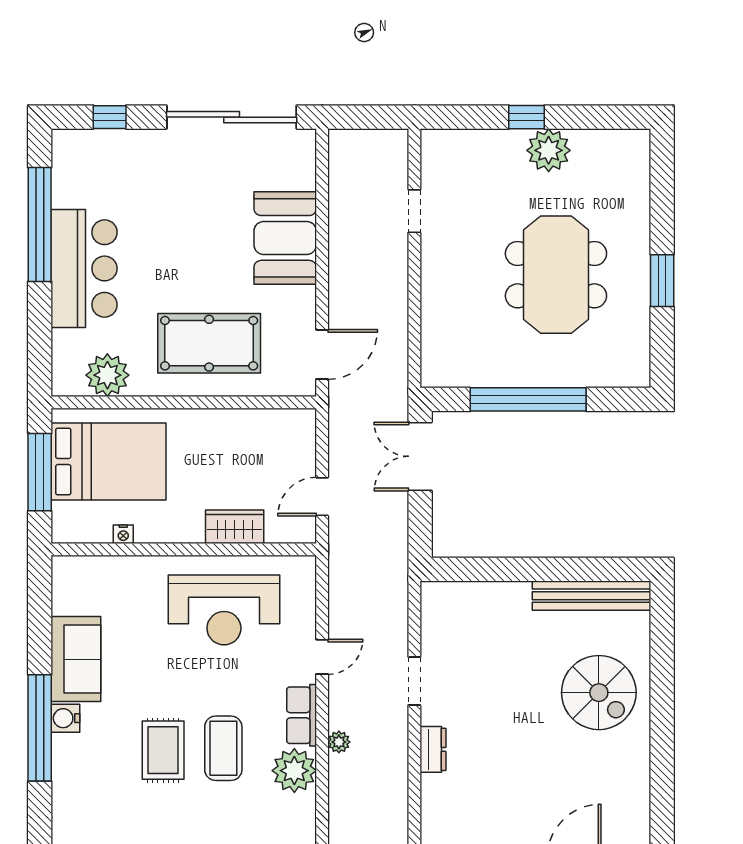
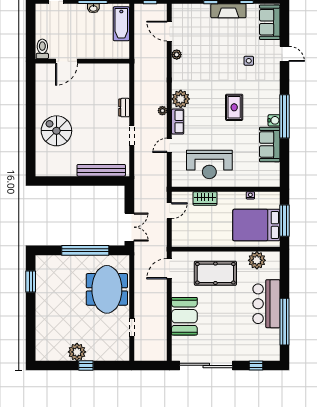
meeting table: (556, 275) -> (107, 289), moved
window: (662, 281) -> (31, 281), moved
bench: (591, 596) -> (101, 170), moved
reception desk: (224, 610) -> (209, 164), turned 180
coffee table: (223, 748) -> (210, 108), removed

